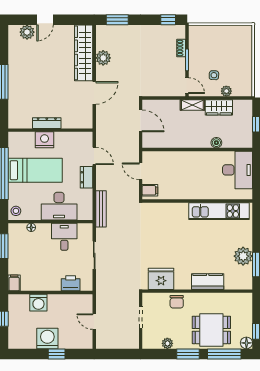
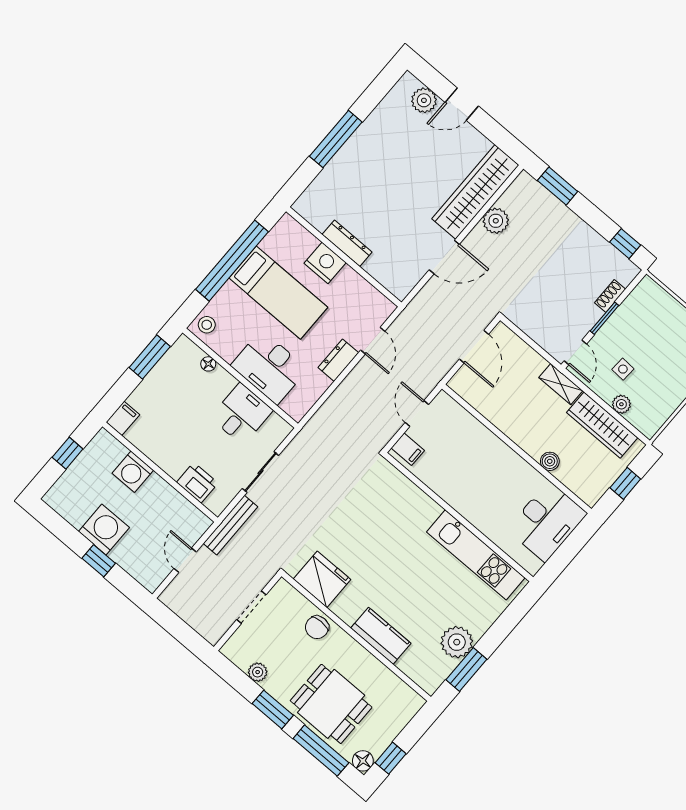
wardrobe: (219, 107) -> (602, 425), width x1.50
bench: (101, 209) -> (230, 525), moved

